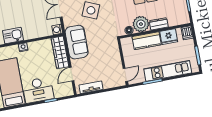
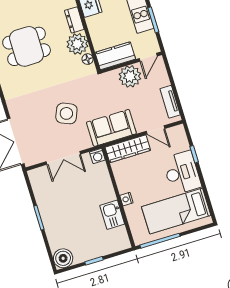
kitchen counter: (147, 41) -> (115, 56), moved, turned -90
plant: (113, 60) -> (130, 76), added
door: (125, 75) -> (148, 57), swing flipped

